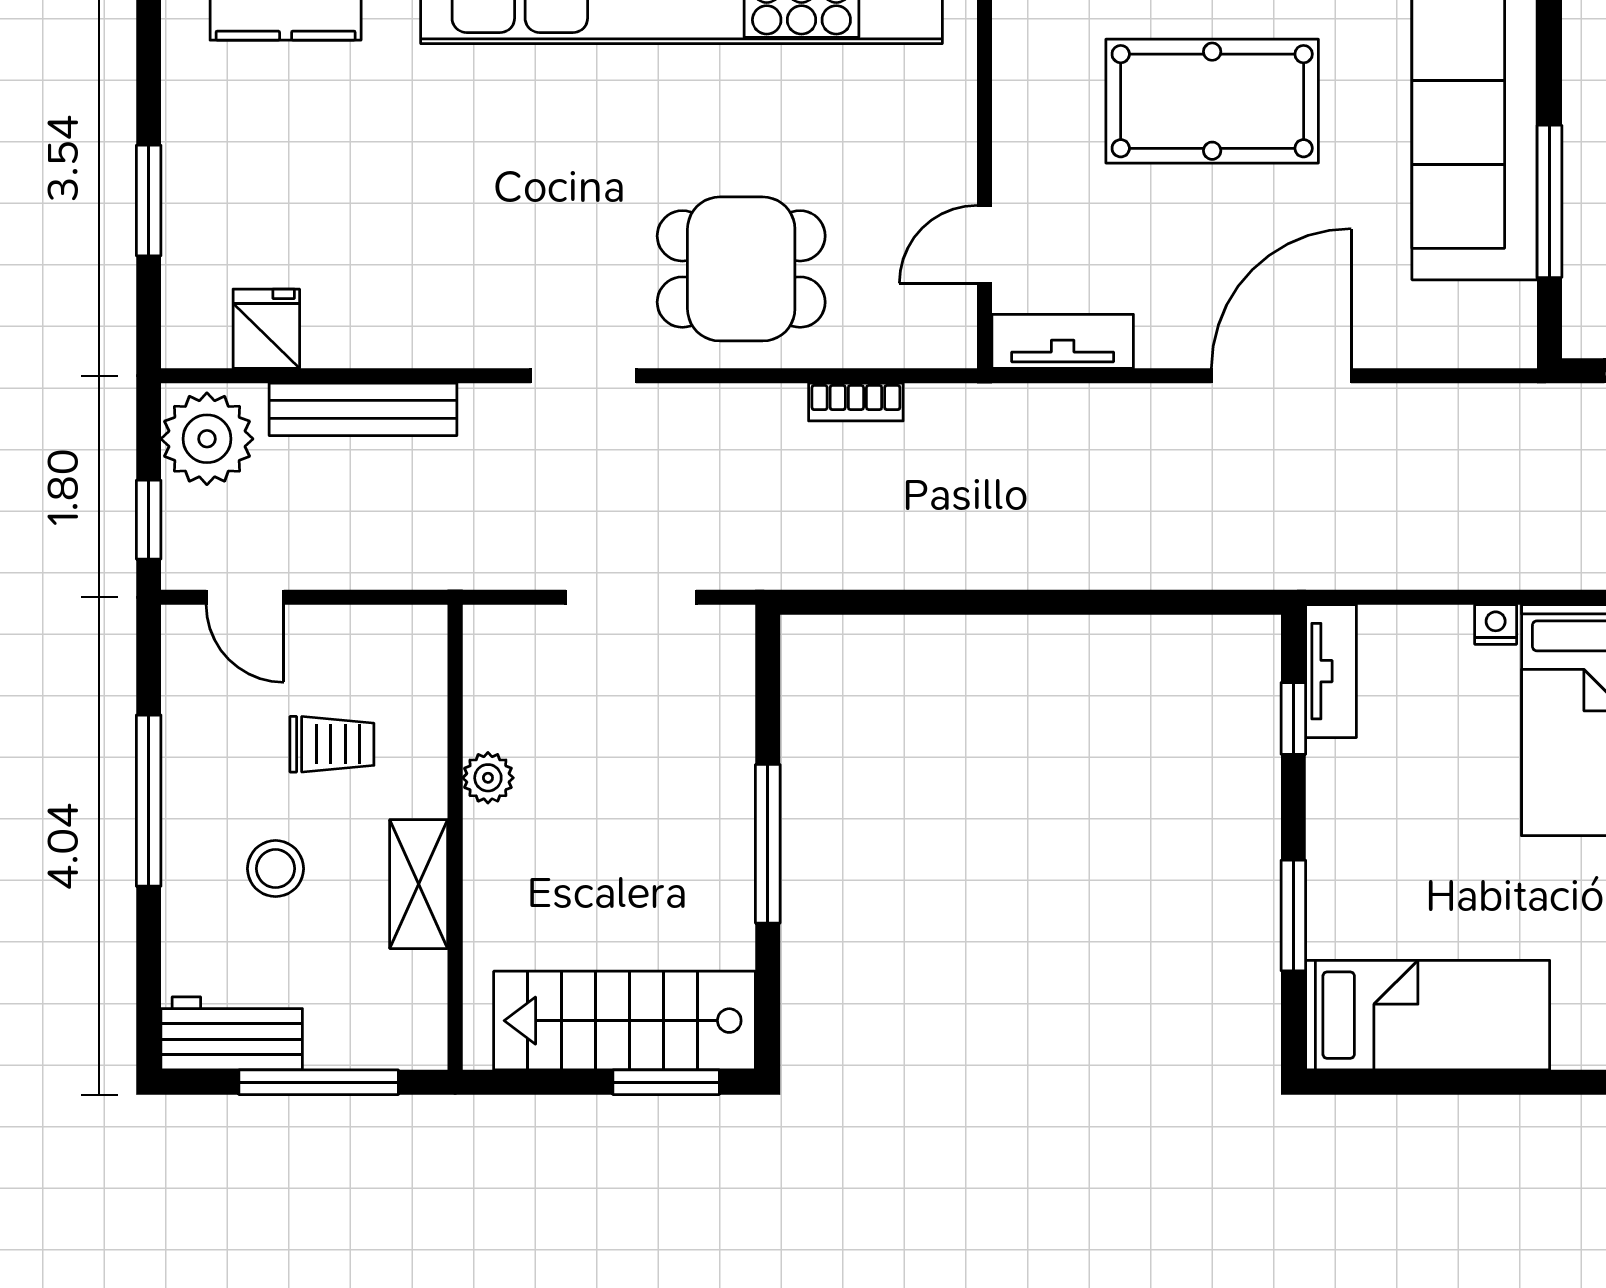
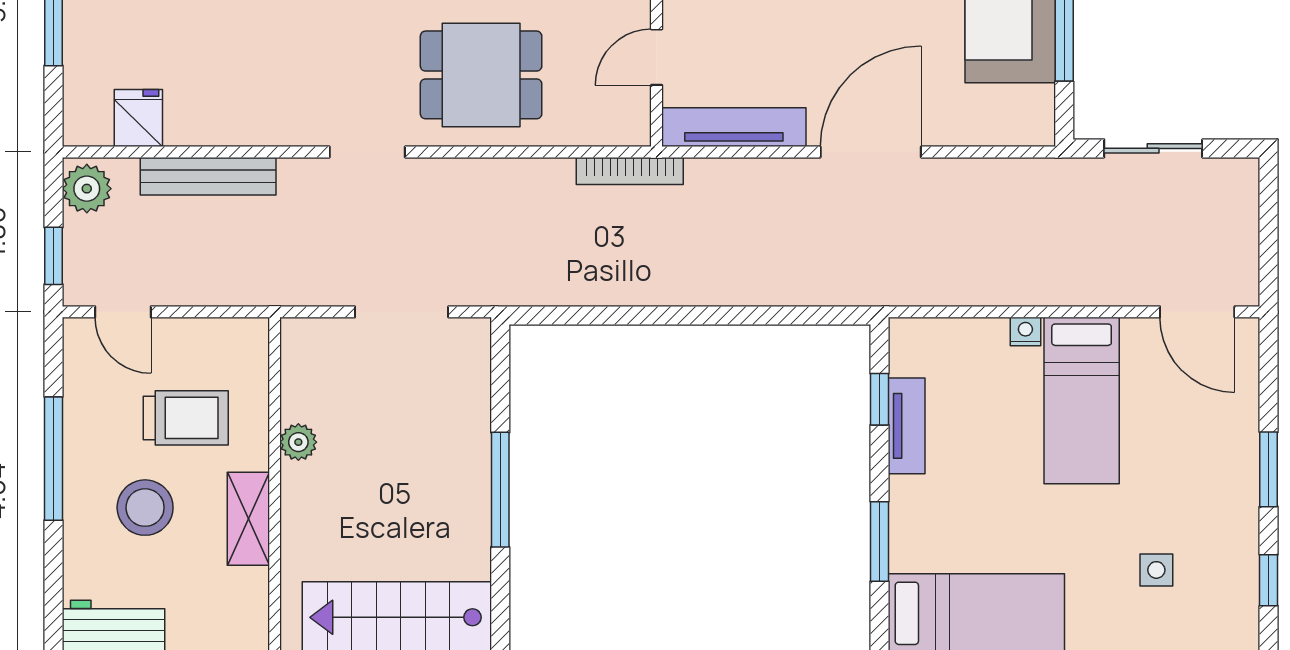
tv unit: (1063, 341) -> (734, 127), width x1.41
bookcase: (856, 402) -> (630, 171), moved, width x1.56
plant: (207, 439) -> (87, 189), width x0.73, depth x0.73
tv unit: (1331, 671) -> (907, 426), moved
trolley: (332, 744) -> (186, 418), width x1.36, depth x1.39
stool: (276, 869) -> (145, 508), width x1.38, depth x1.38

